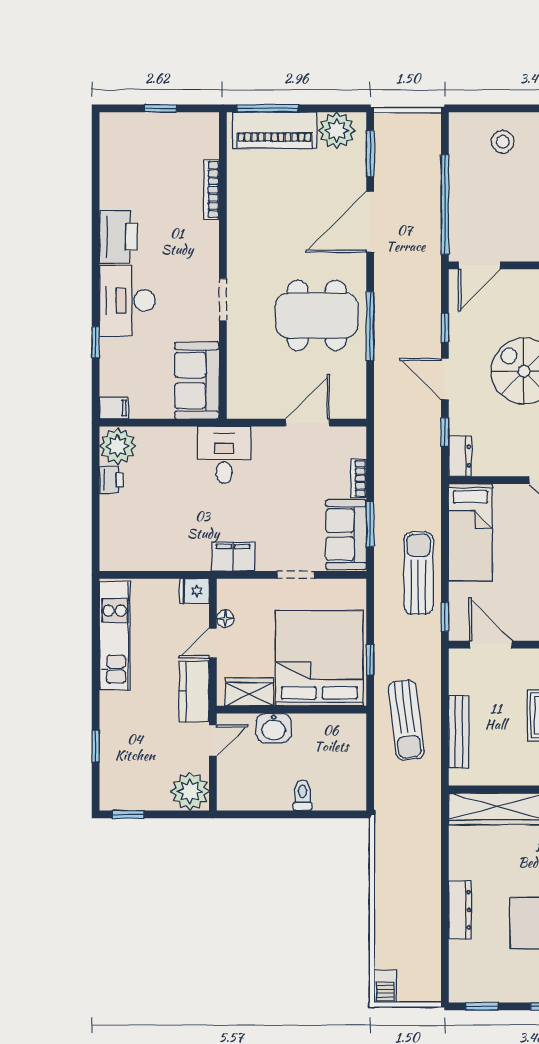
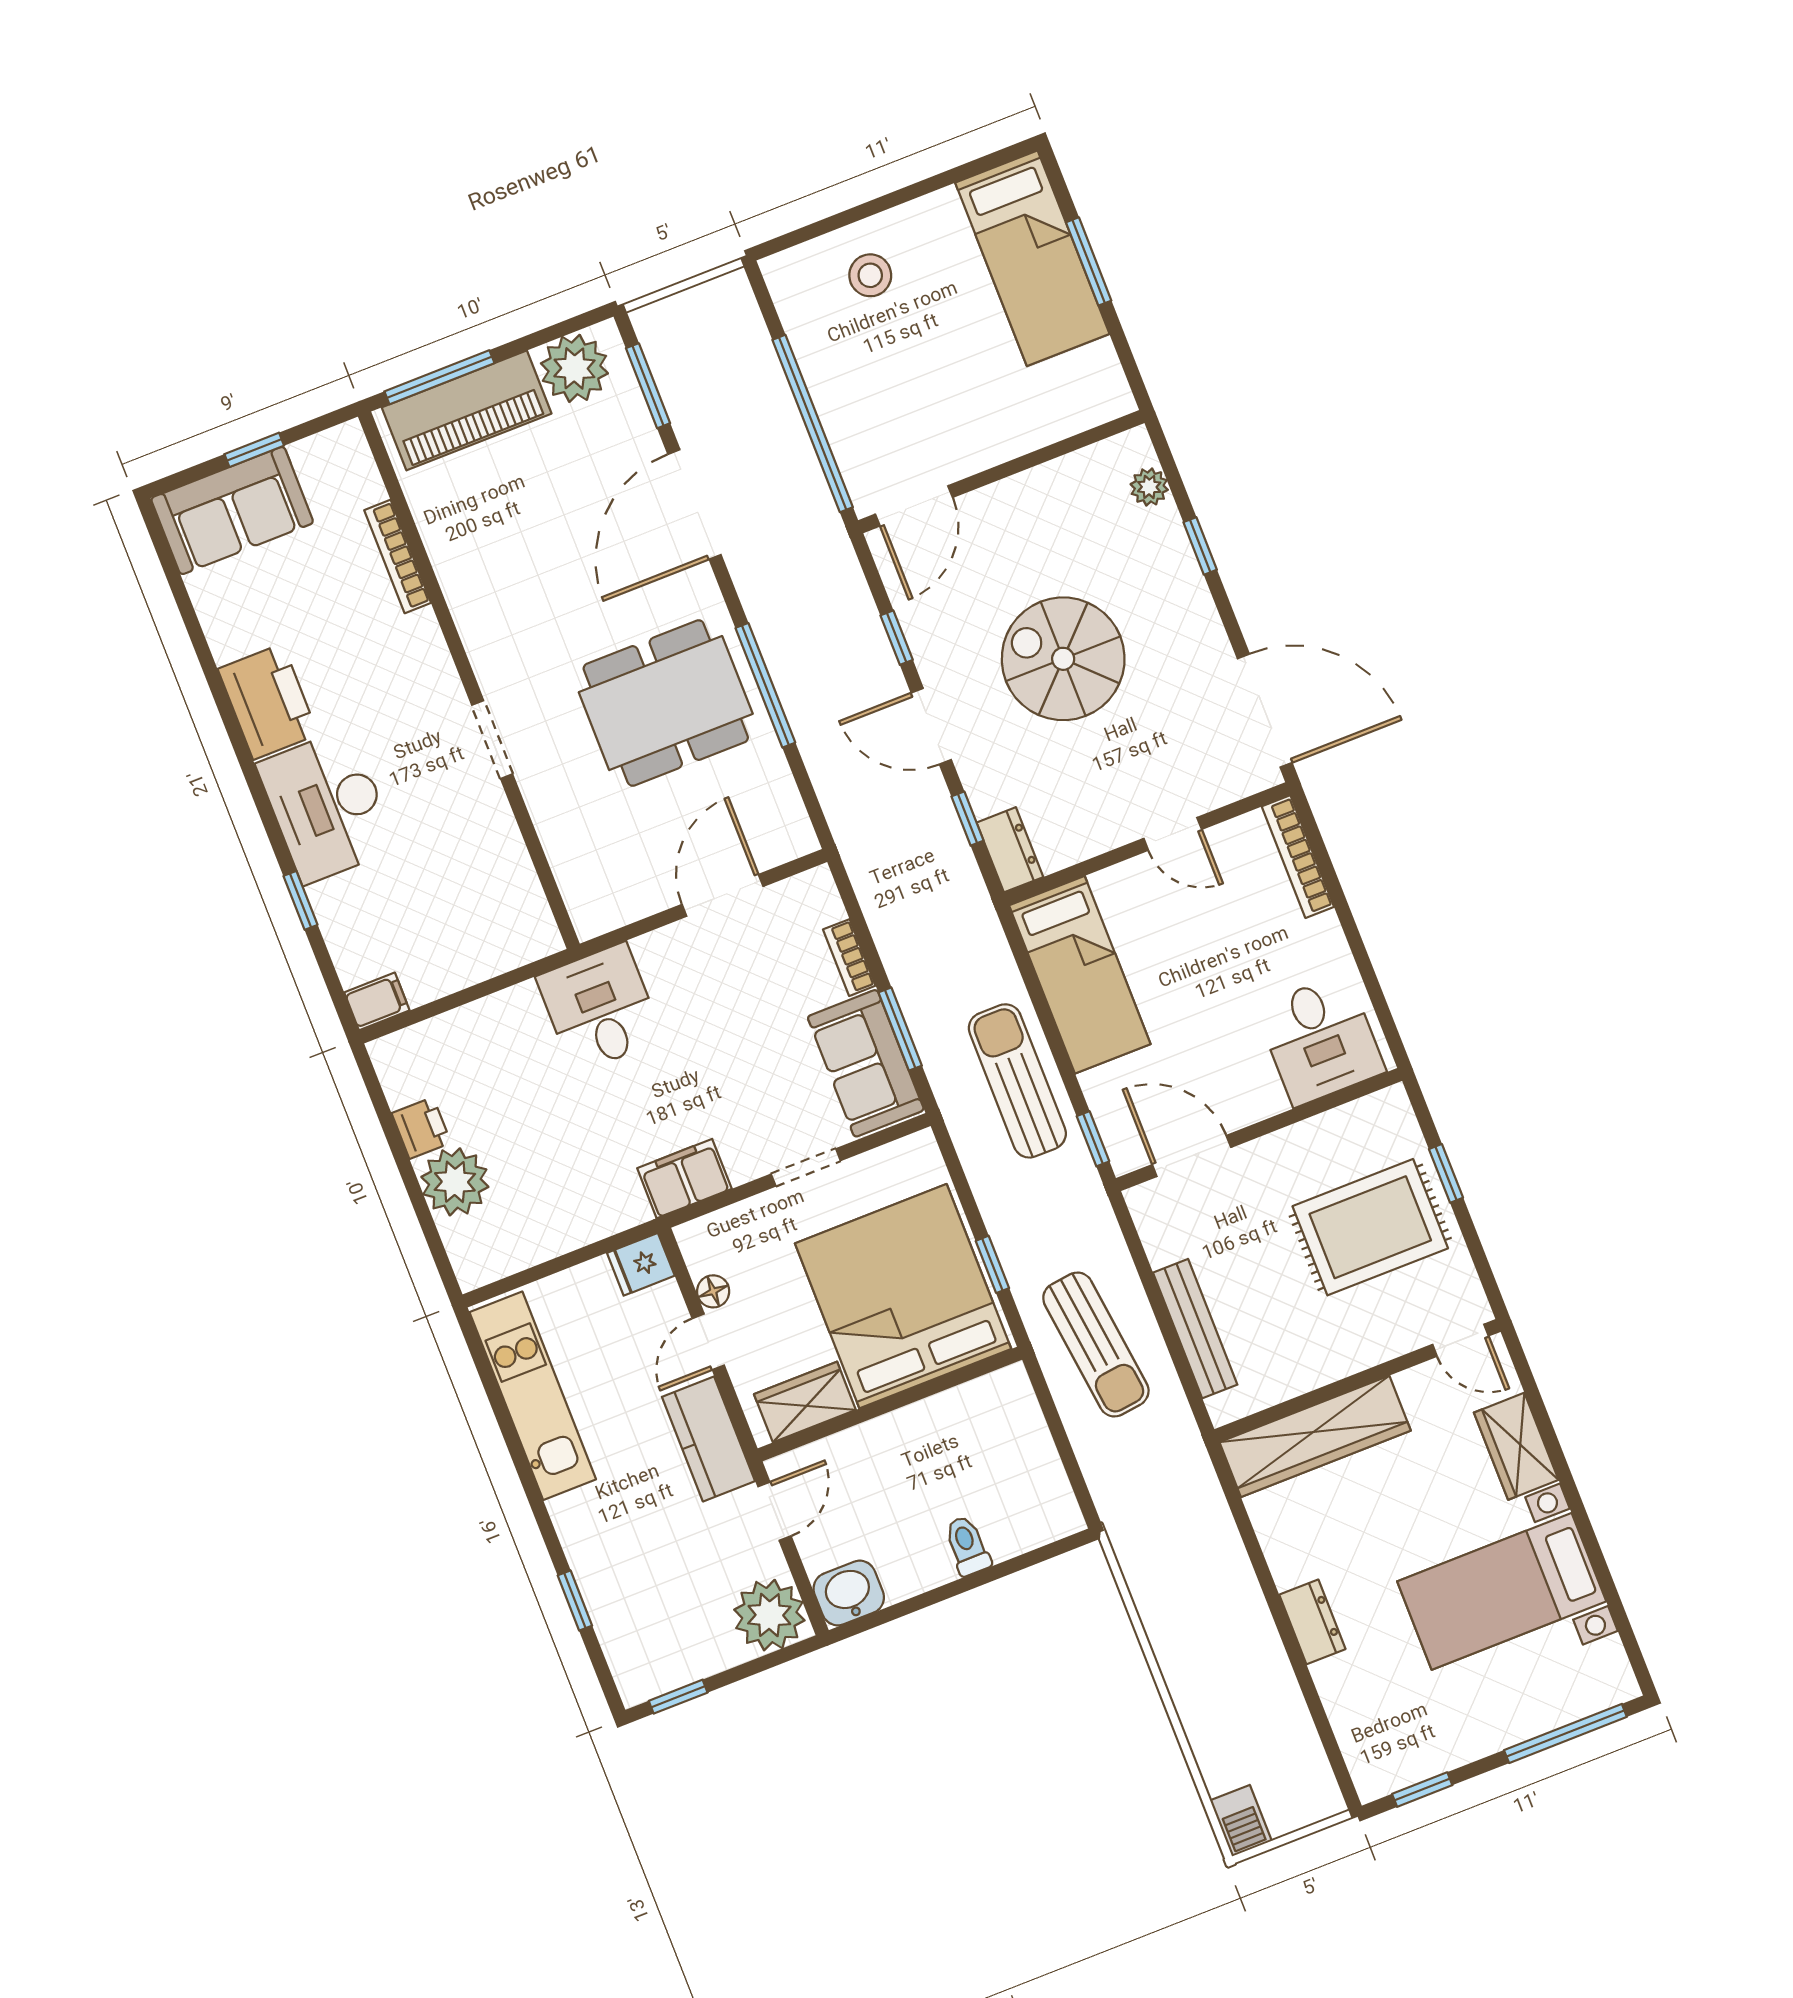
sofa: (197, 380) -> (232, 510), moved, turned -90
plant: (118, 446) -> (455, 1182), moved
washbasin: (274, 728) -> (849, 1593), moved, turned 180
dresser: (460, 910) -> (1312, 1622), width x0.70

